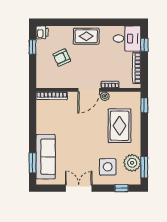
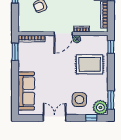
rug: (120, 126) -> (90, 64), turned 90
window: (33, 163) -> (15, 52), moved
plant: (132, 163) -> (100, 107), moved

